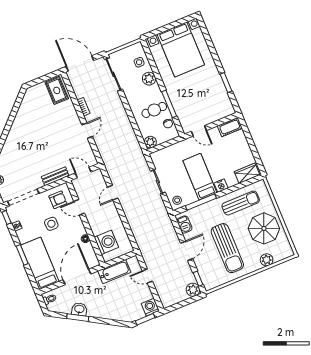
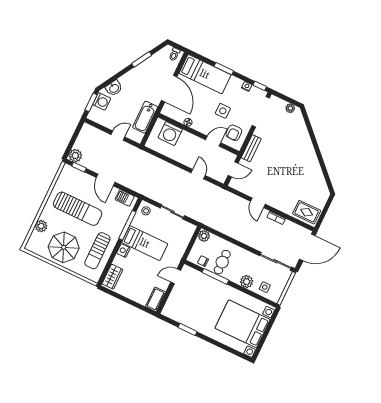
sun lounger: (227, 248) -> (78, 209), turned 180
washing machine: (150, 307) -> (102, 101), moved
washbasin: (79, 309) -> (114, 88), moved

